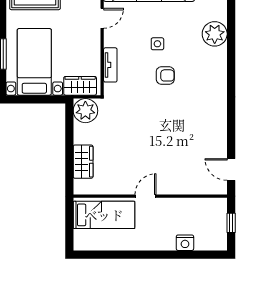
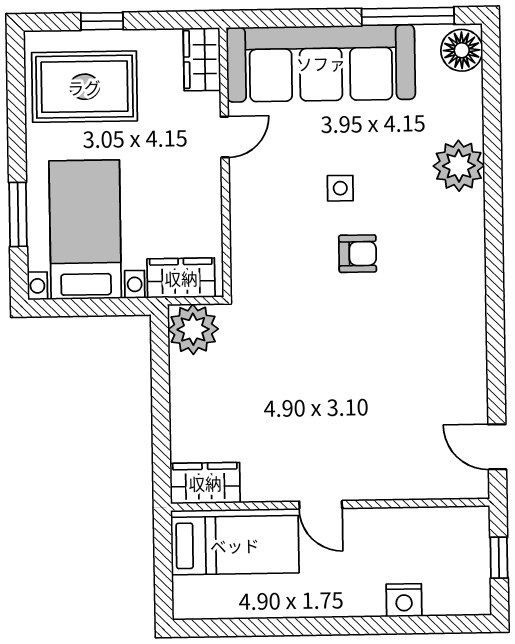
tv unit: (110, 65) -> (243, 234), removed
wardrobe: (83, 162) -> (205, 483), moved, turned -90
door: (146, 196) -> (321, 505), swing flipped

